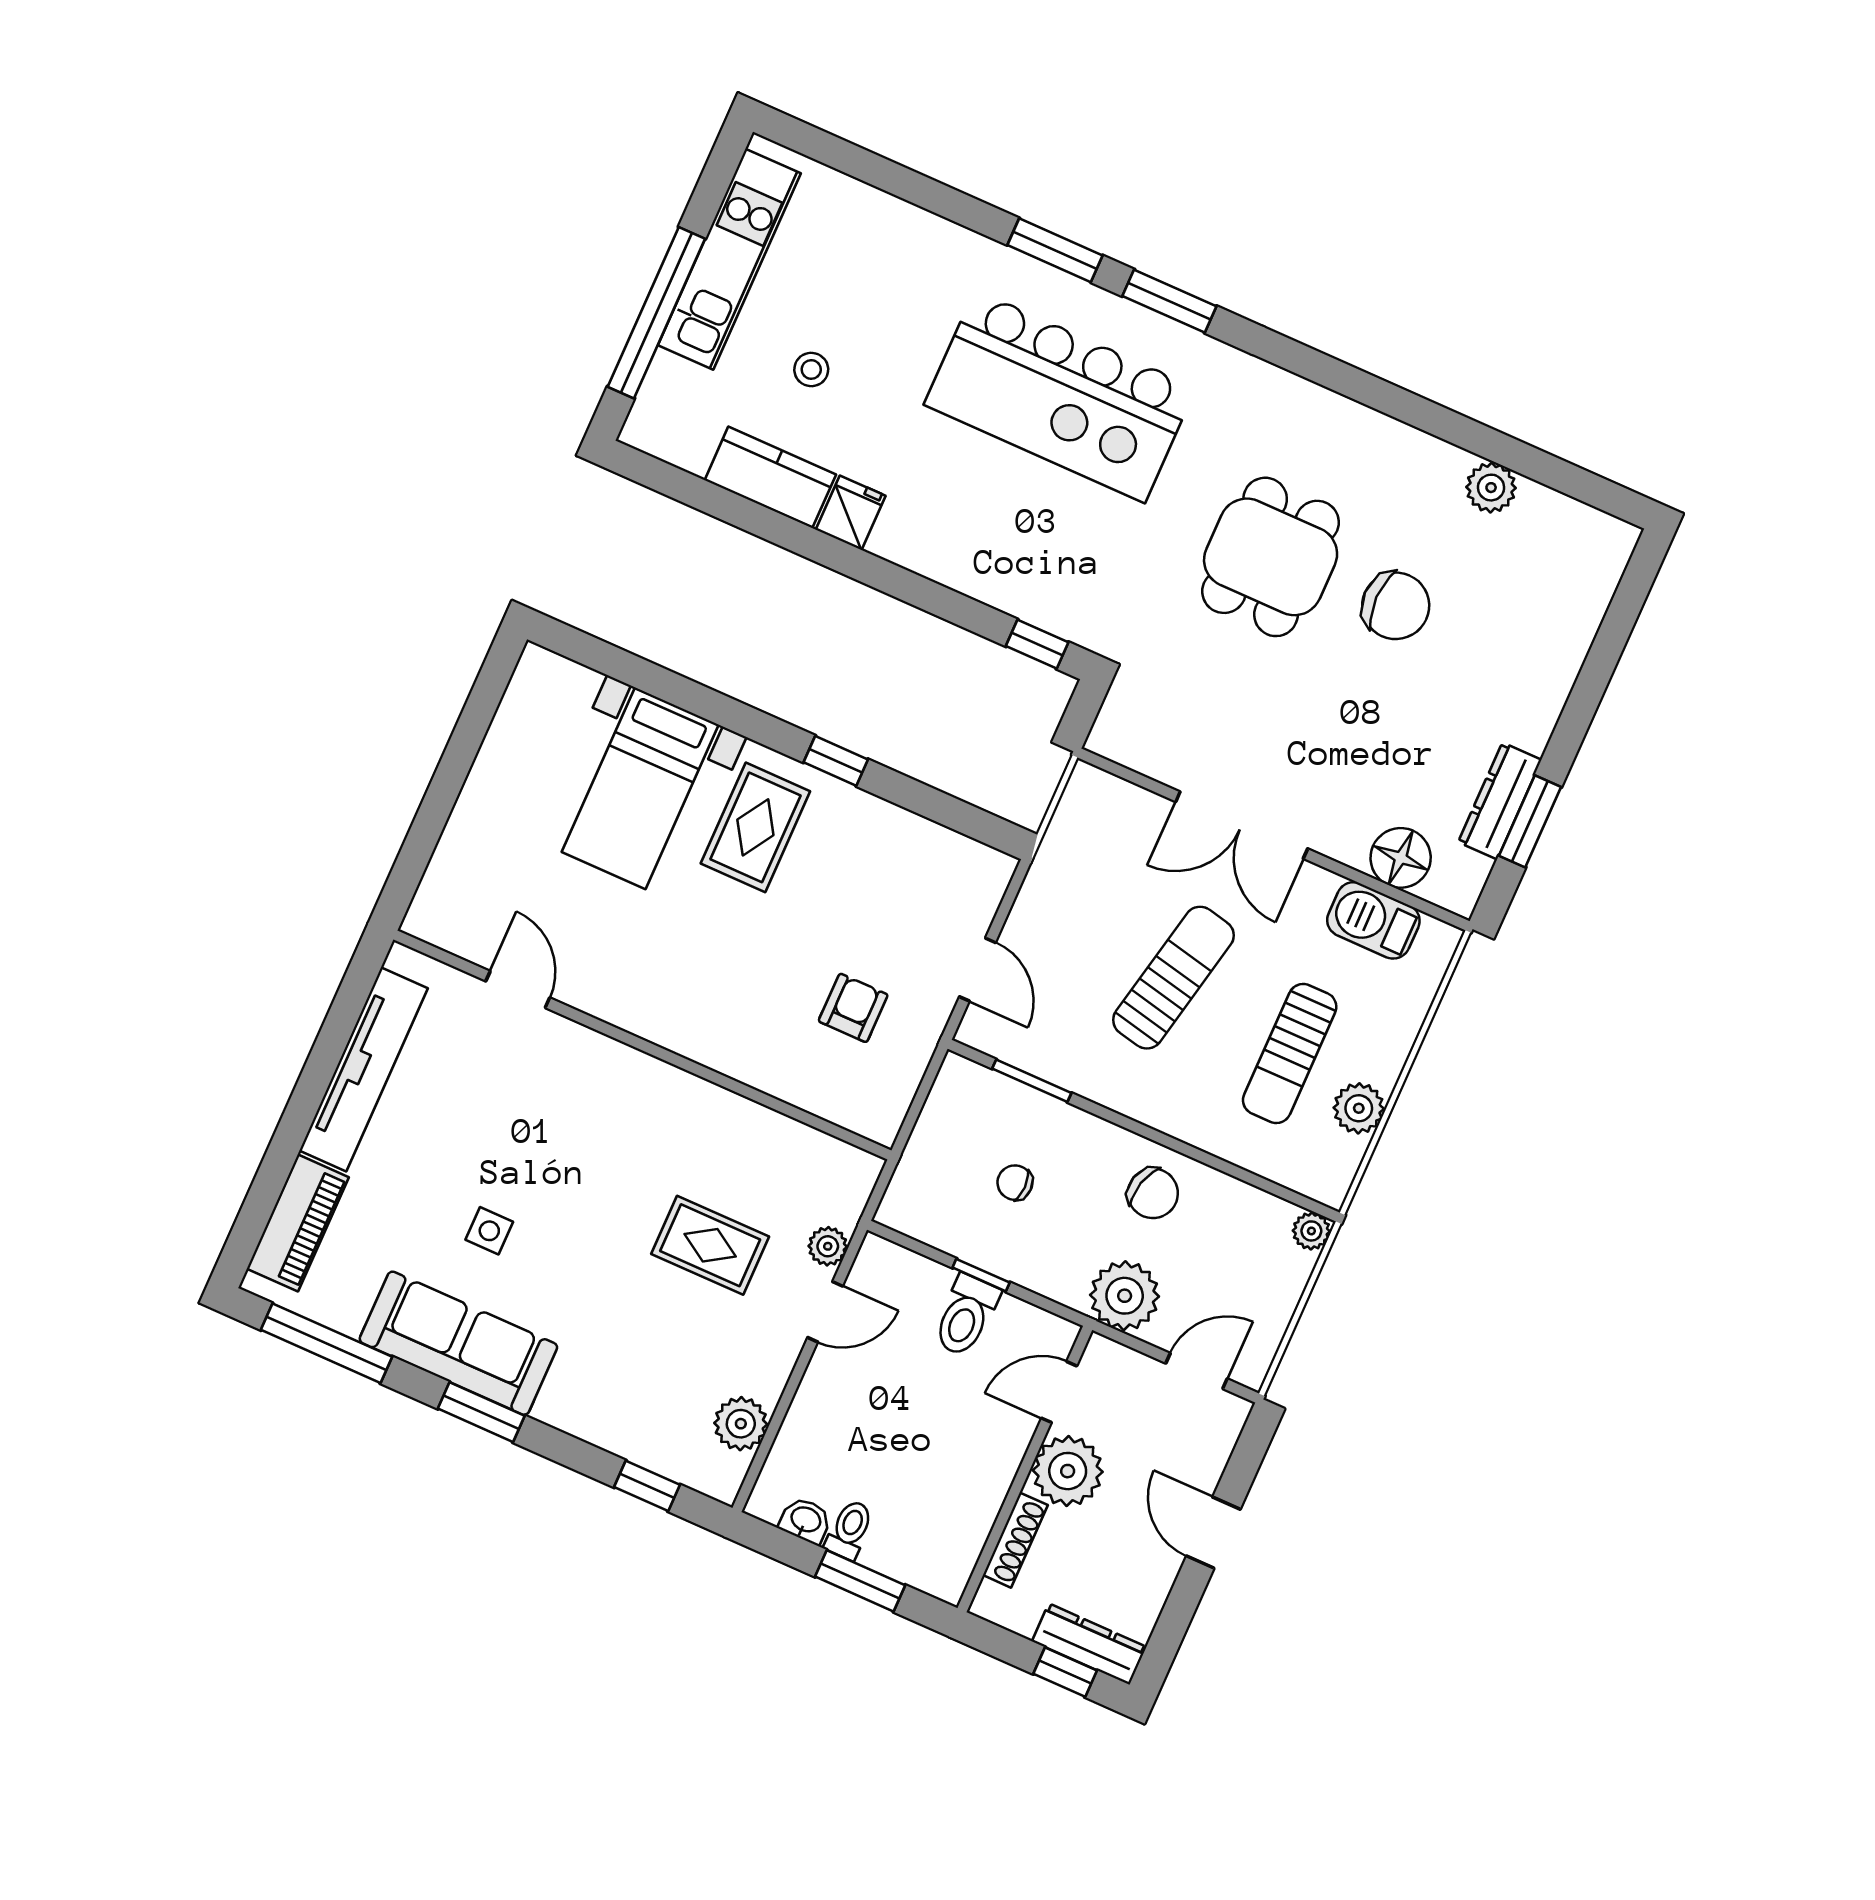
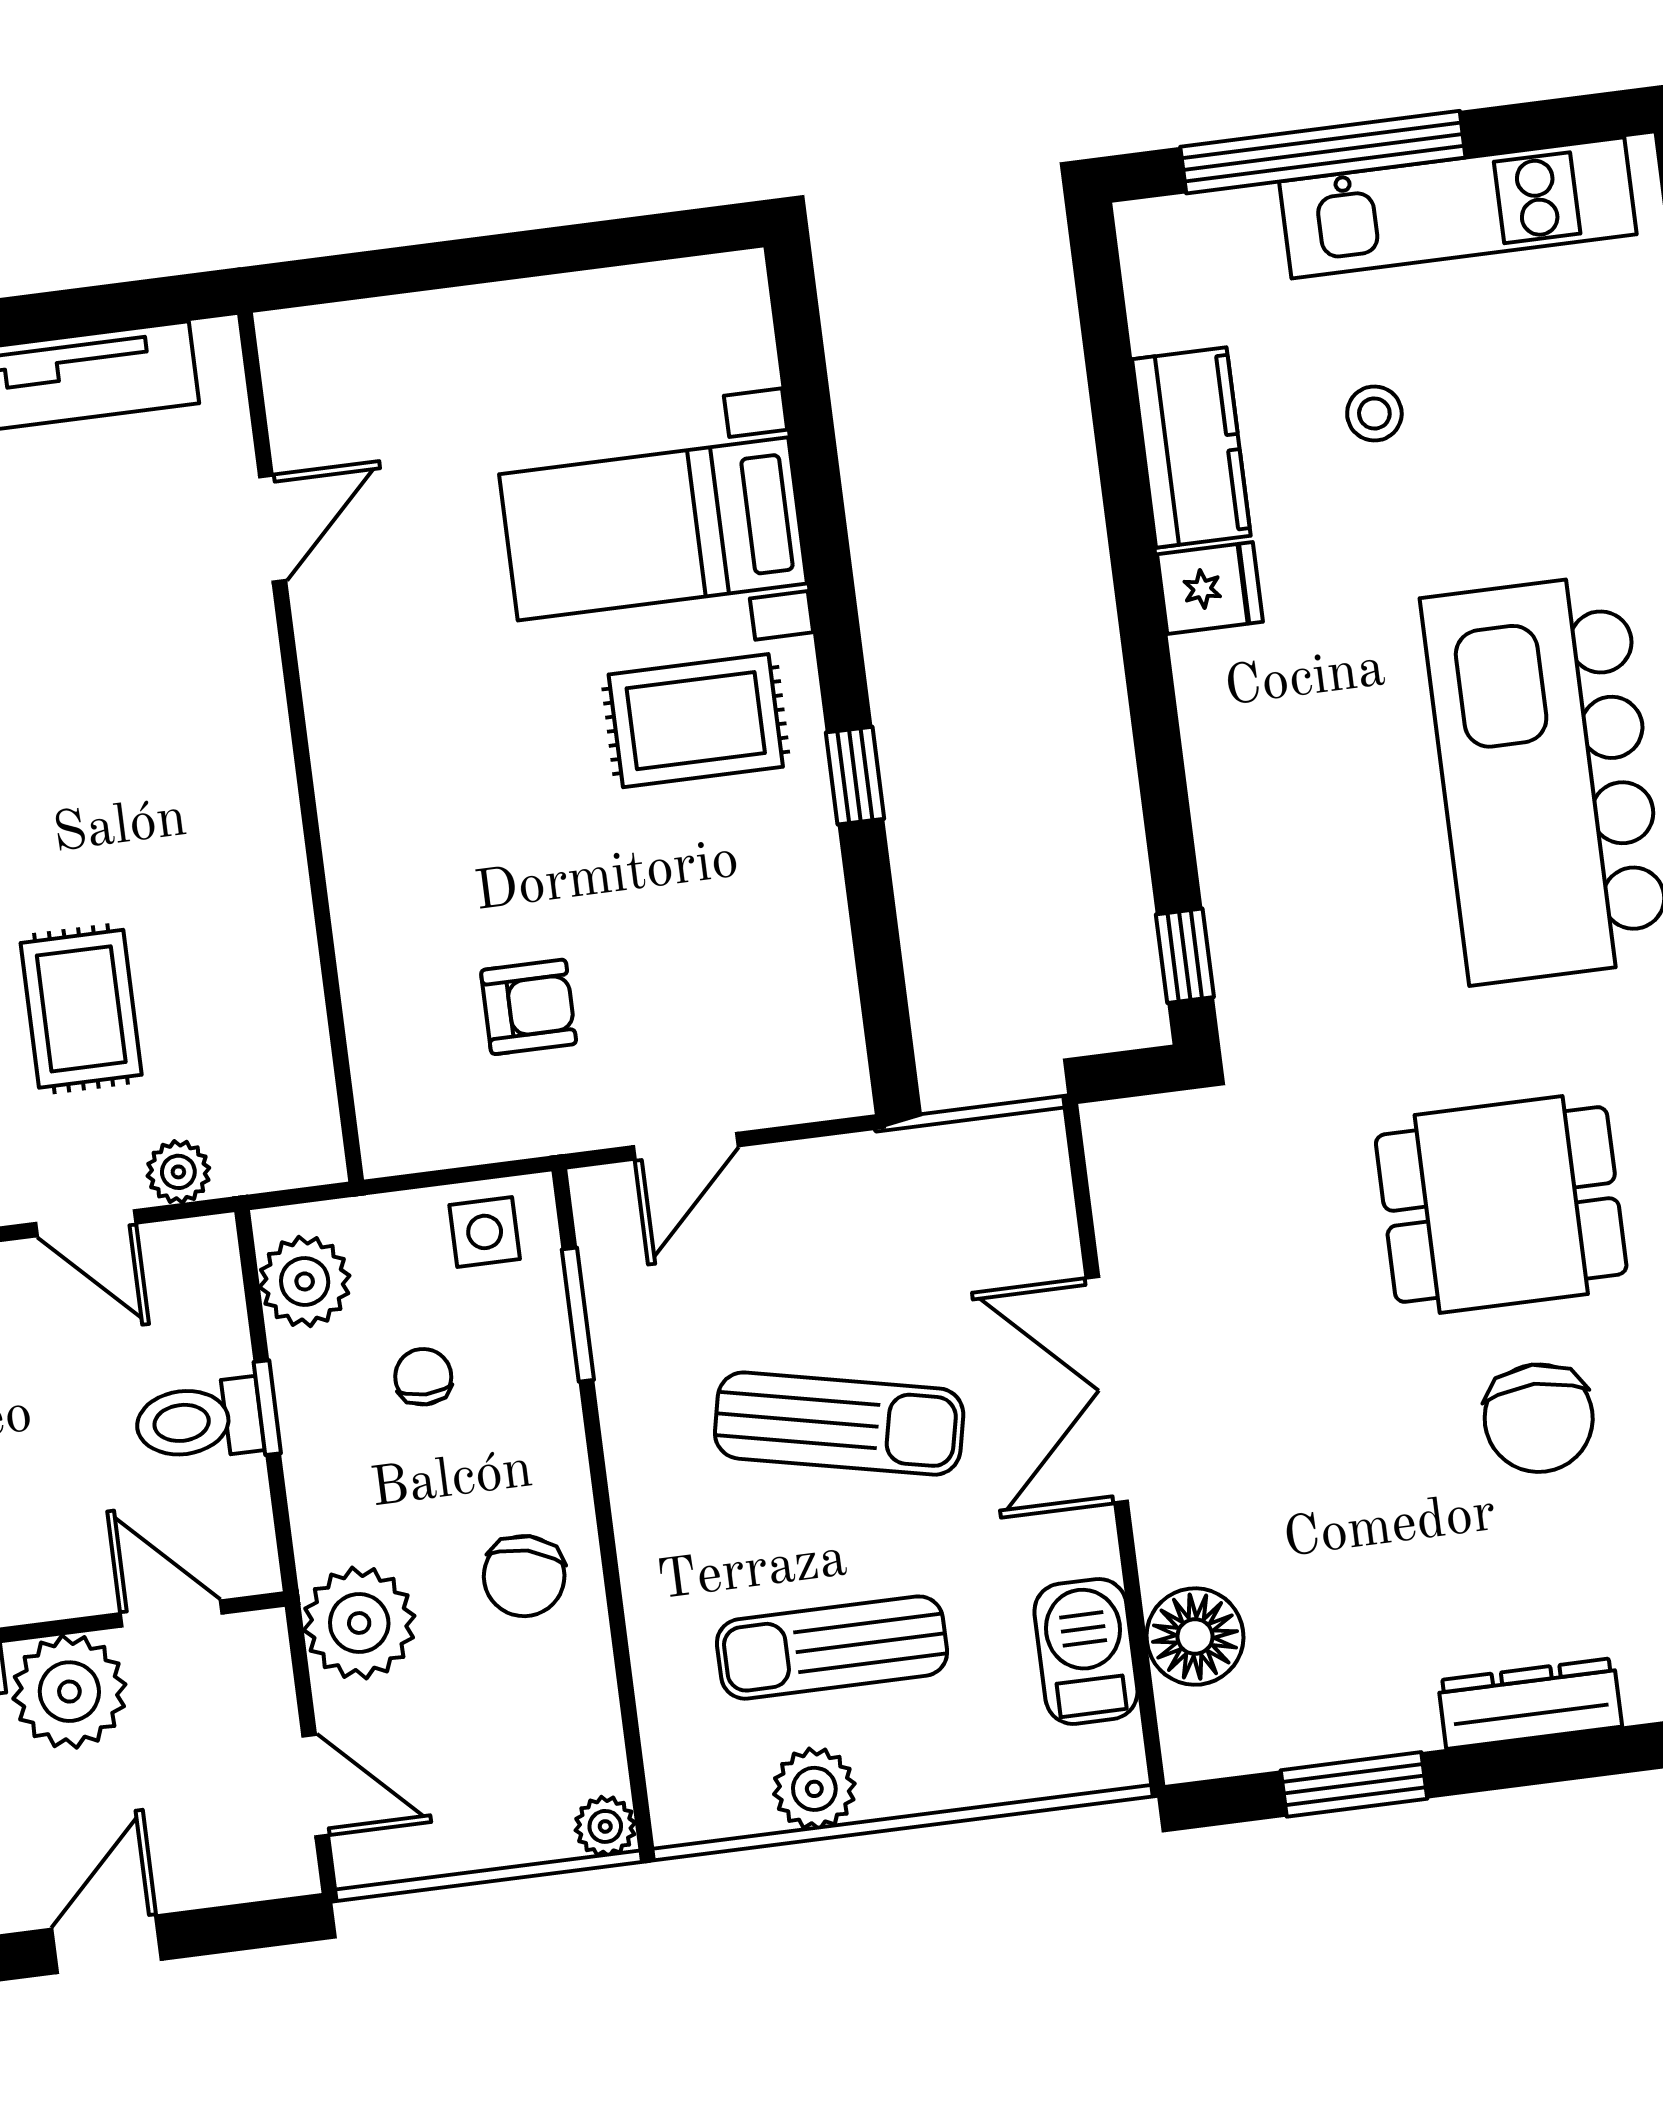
dresser: (1500, 801) -> (1530, 1703), moved
side table: (958, 1104) -> (485, 1232), added
plant: (926, 1215) -> (305, 1281), added

